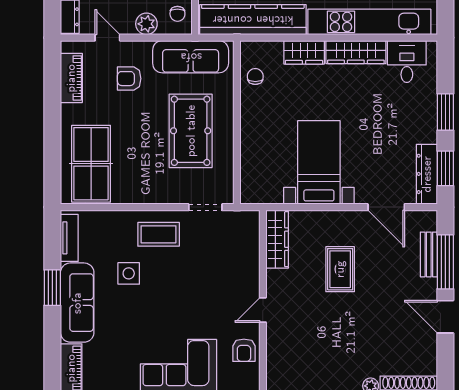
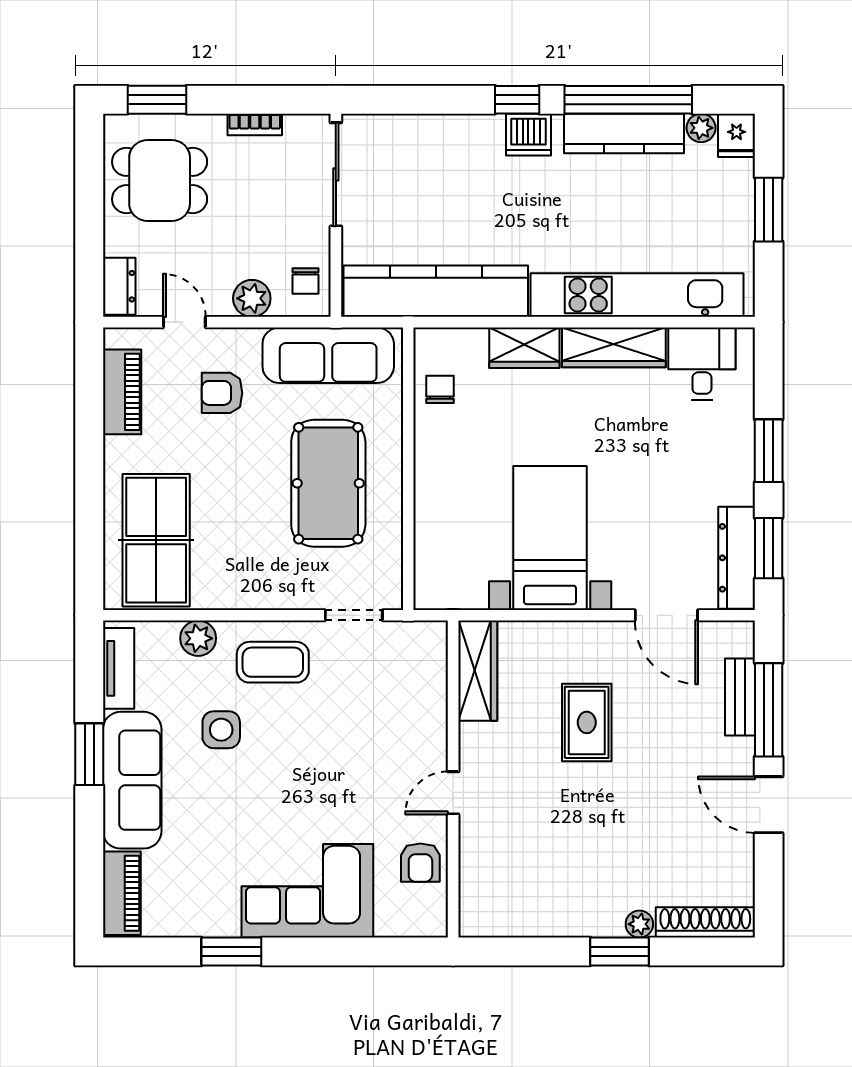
plant: (115, 220) -> (198, 638), added

